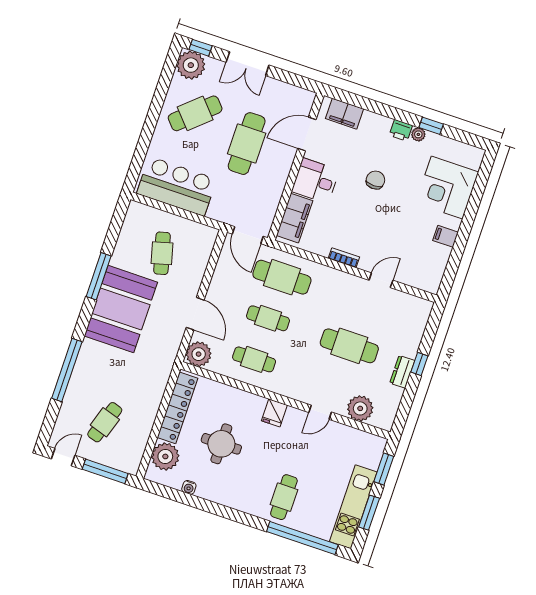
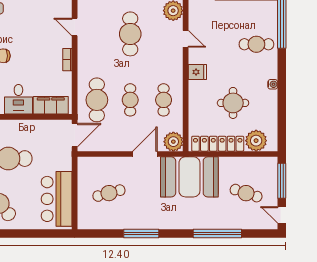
booth: (121, 309) -> (189, 177), moved
water cooler: (189, 487) -> (273, 84), moved

